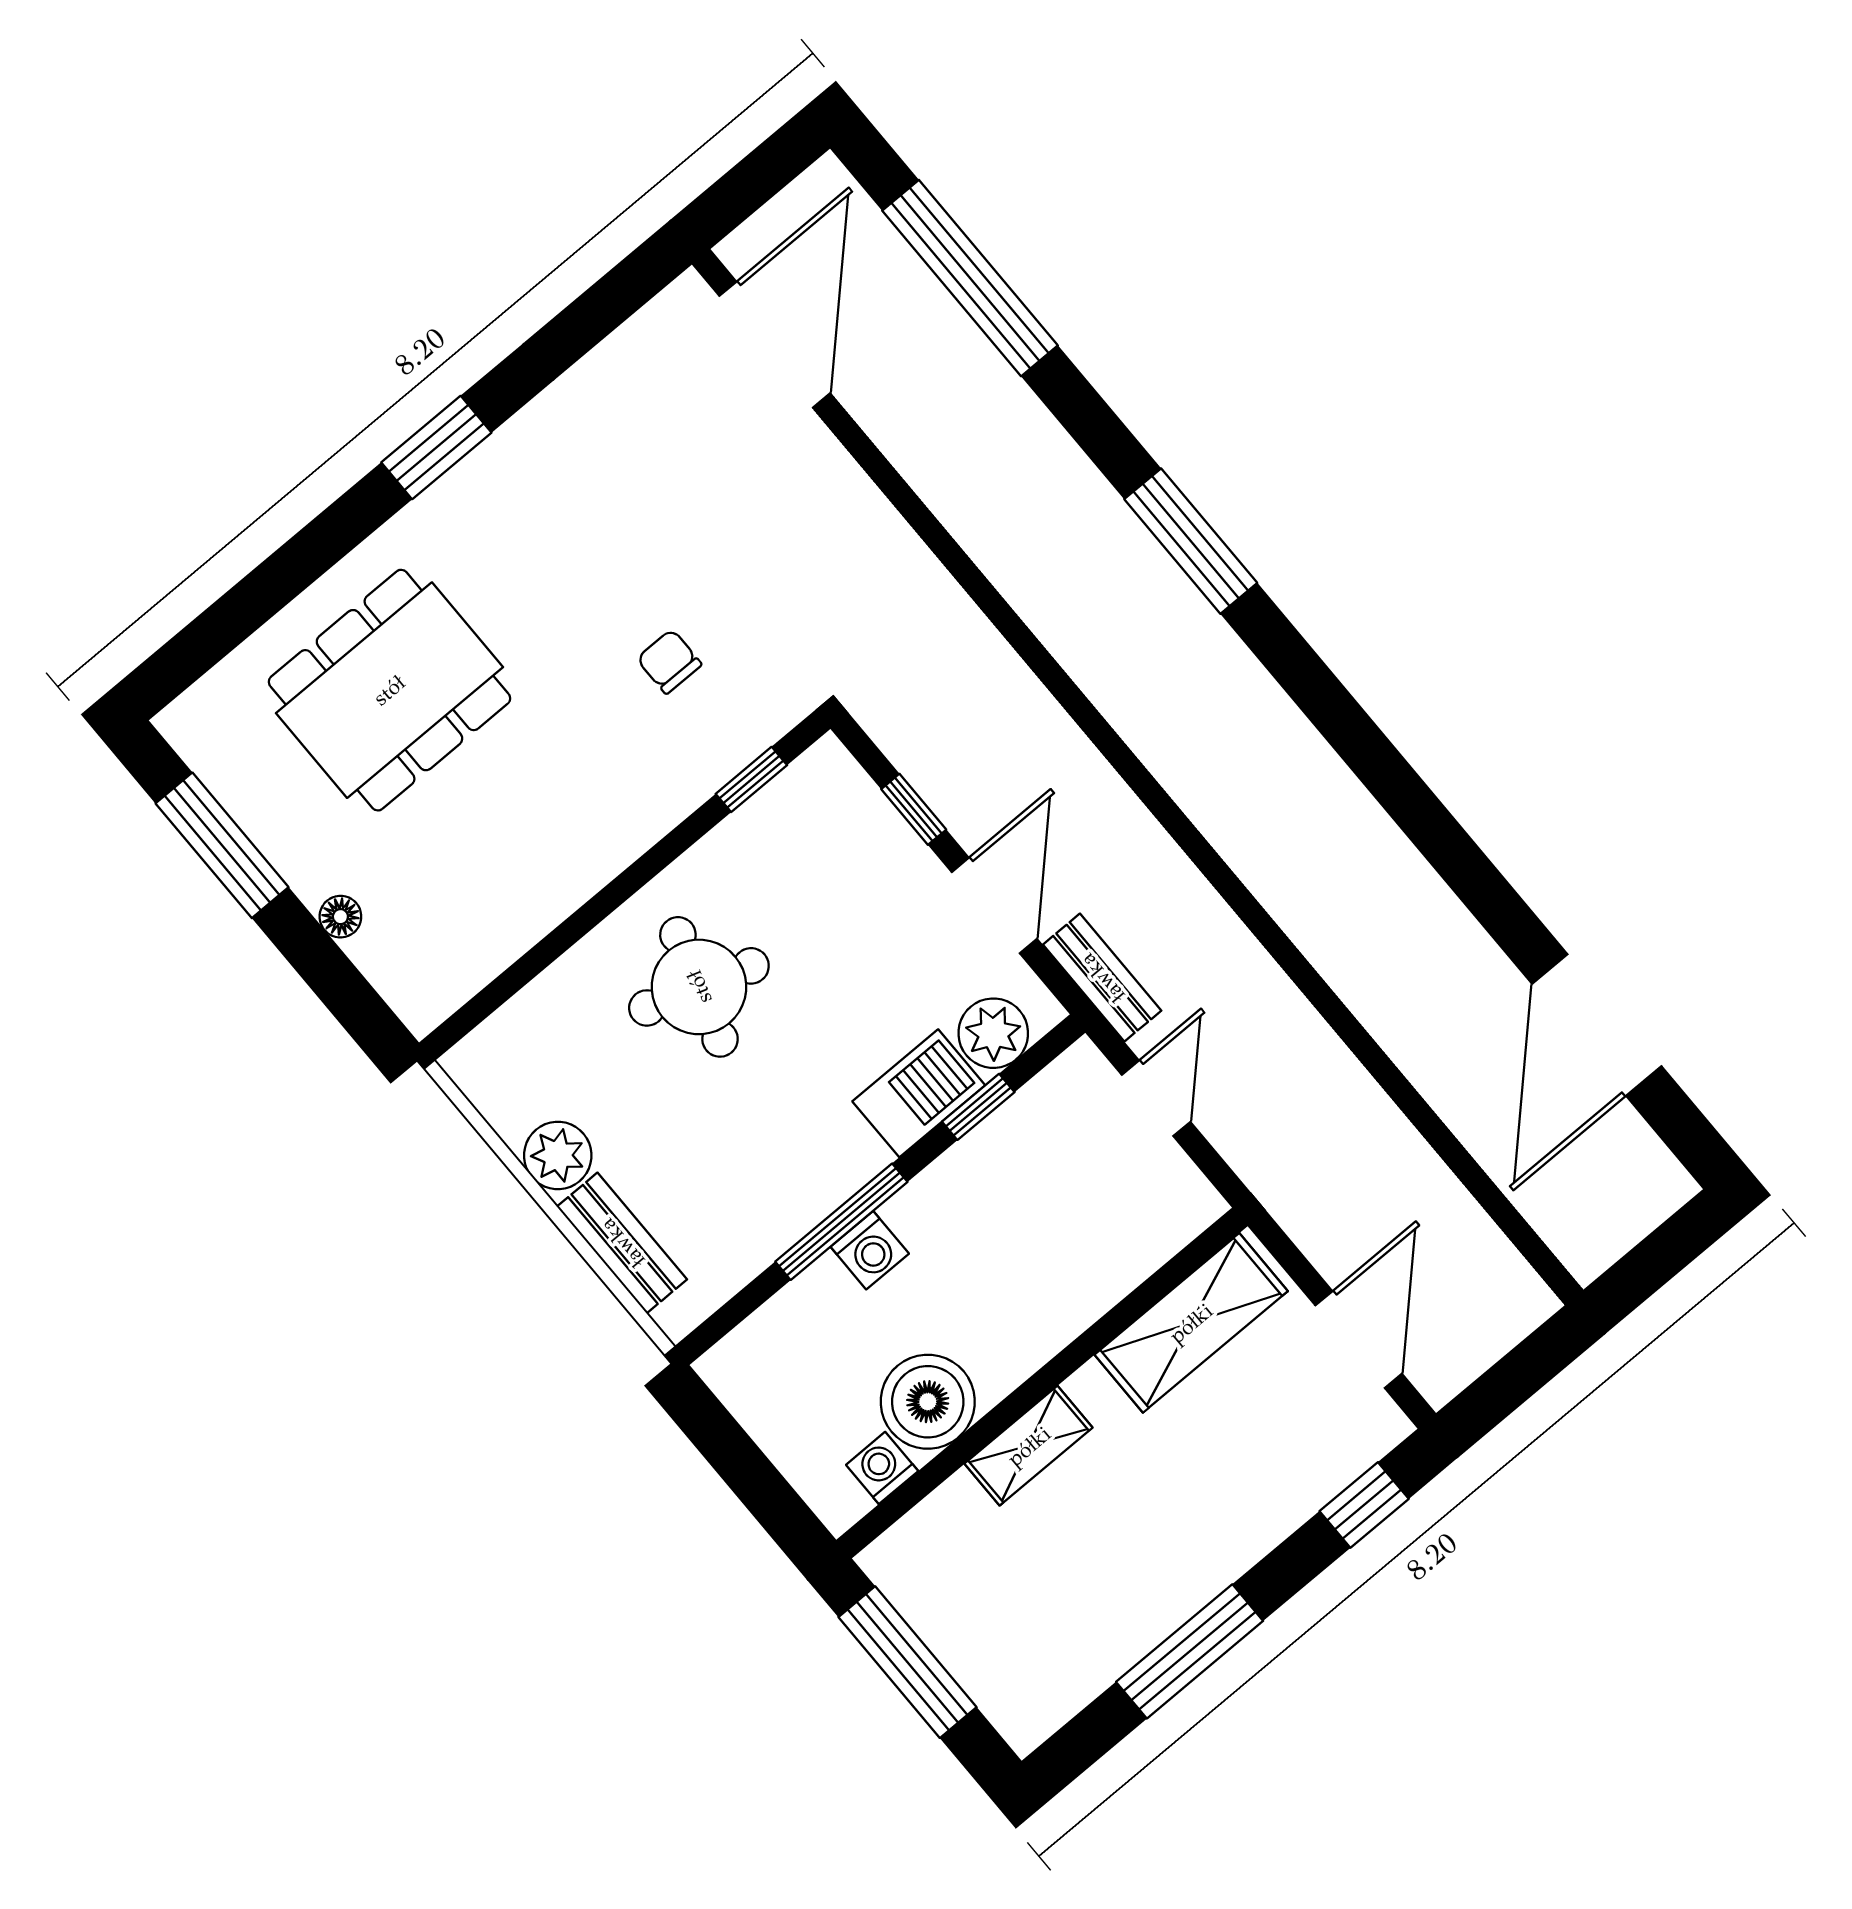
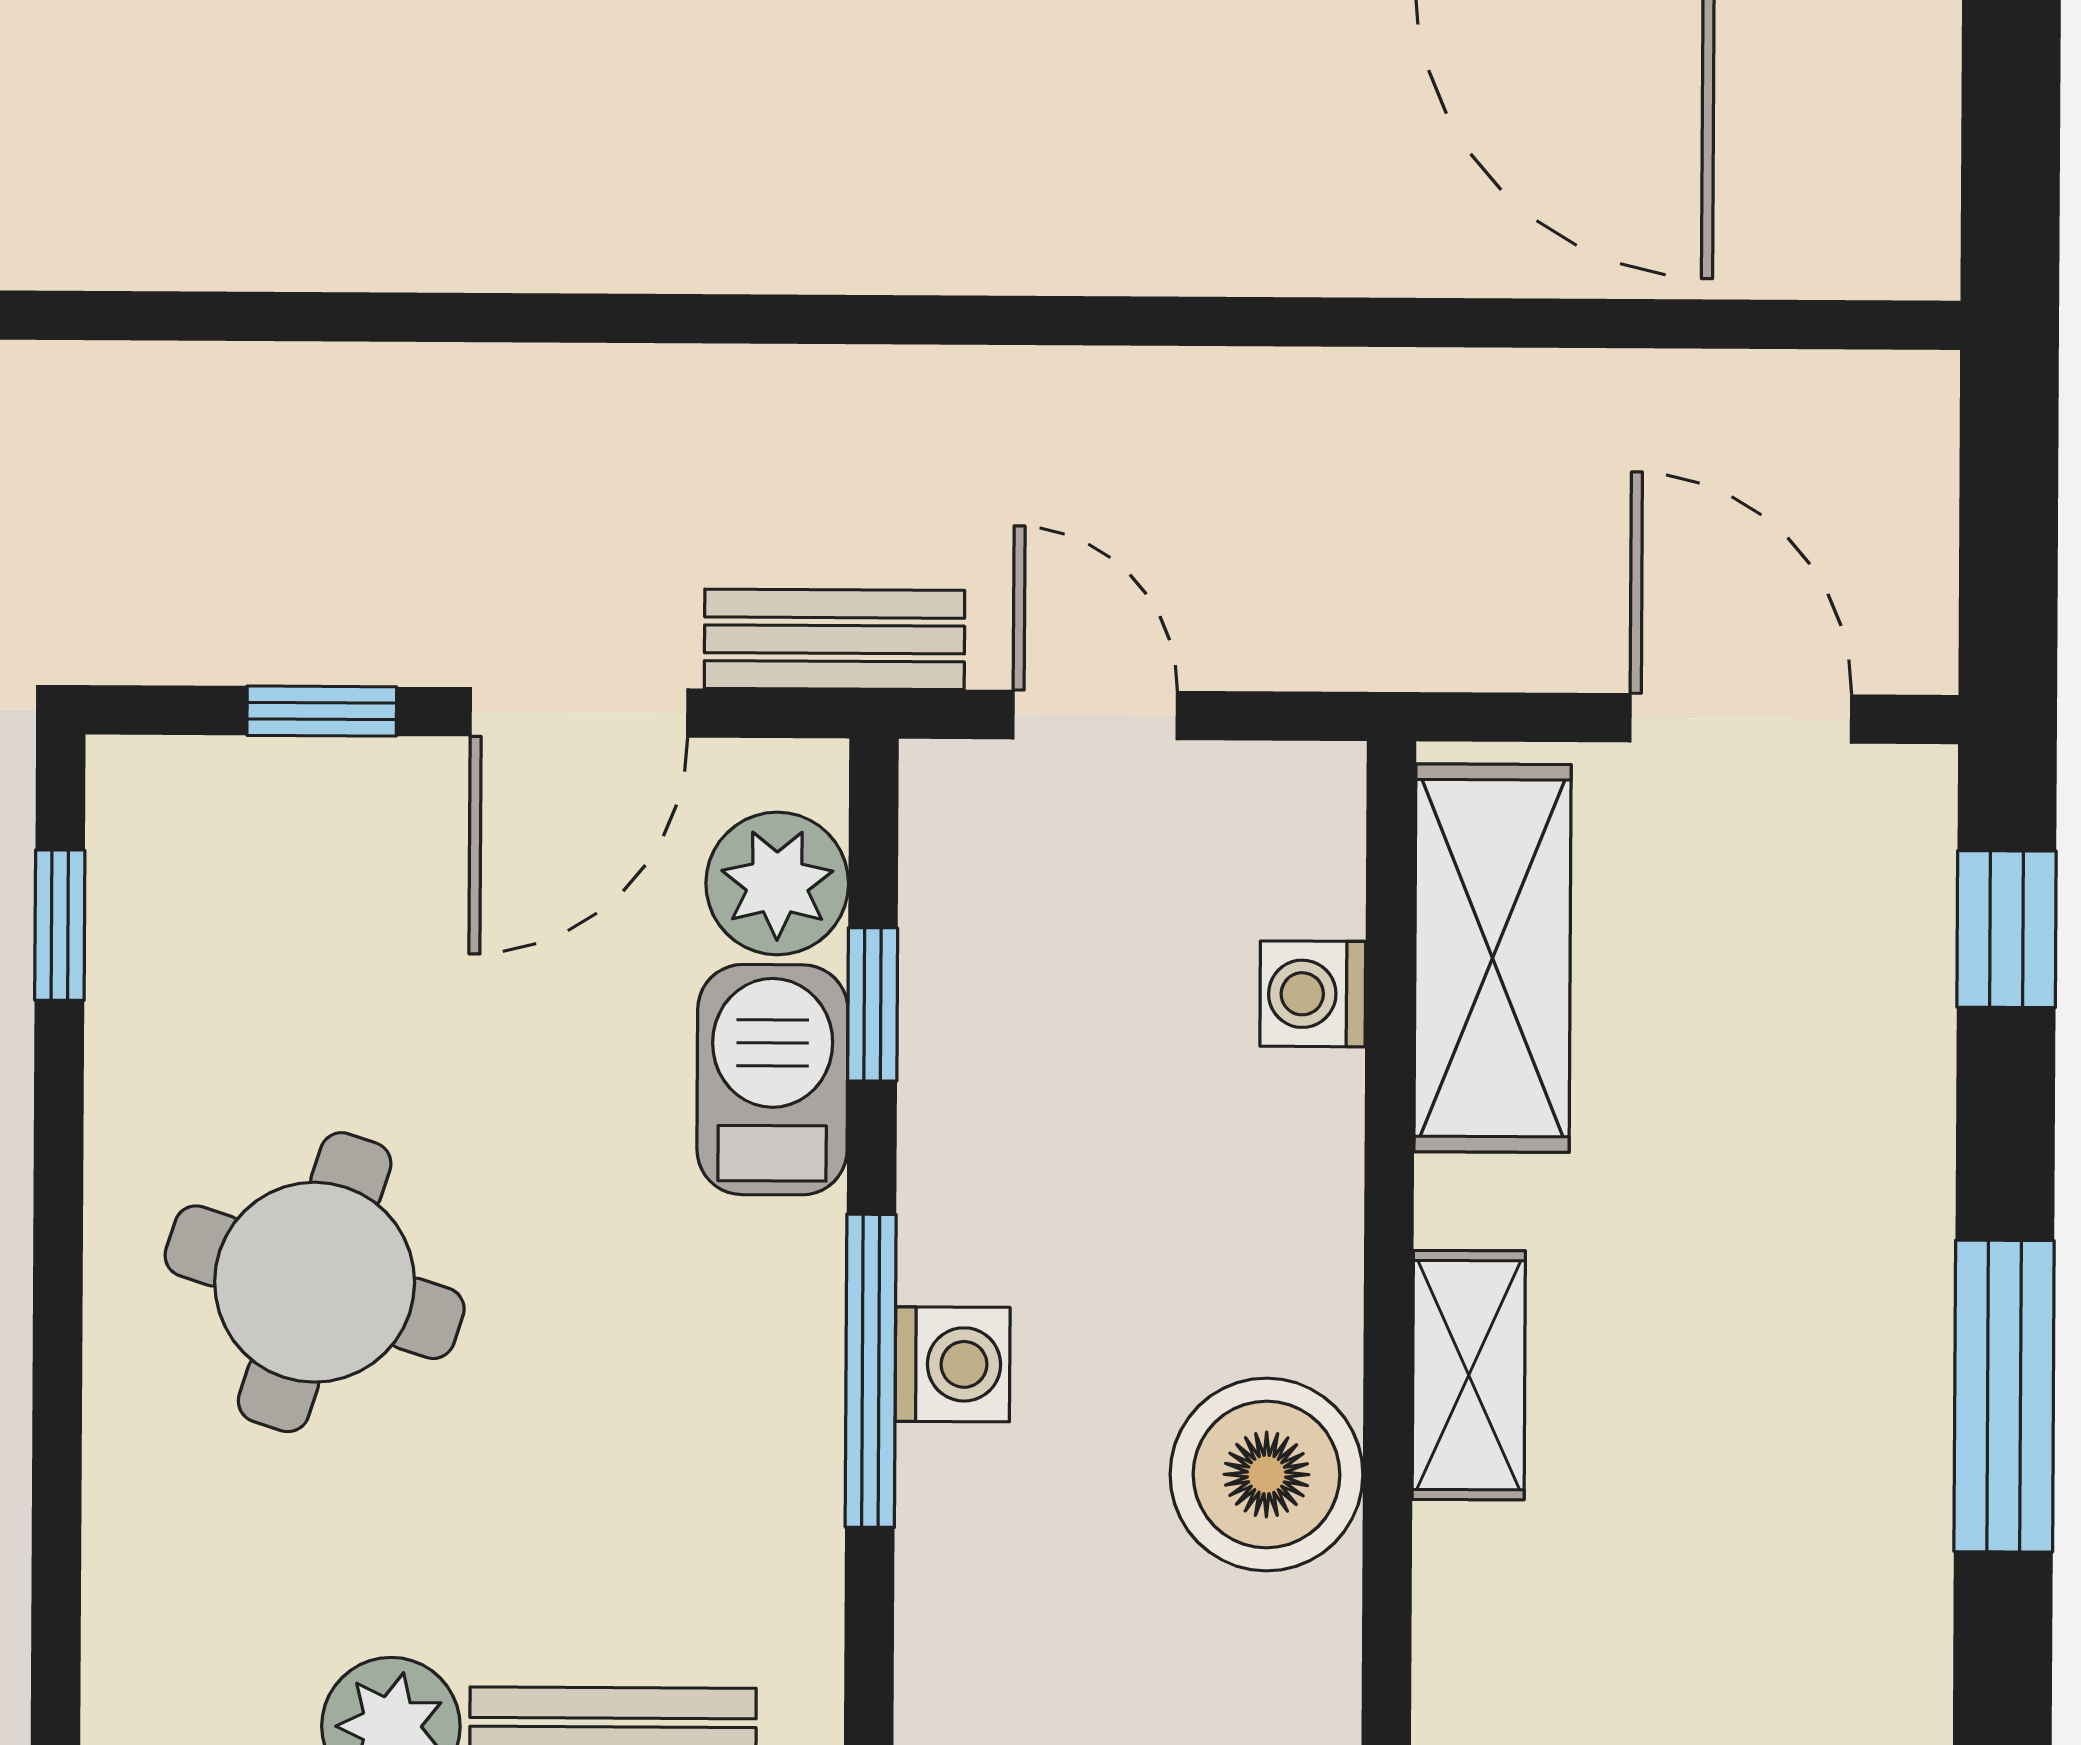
door: (994, 905) -> (579, 712), swing flipped
washing machine: (882, 1468) -> (1313, 994), moved

